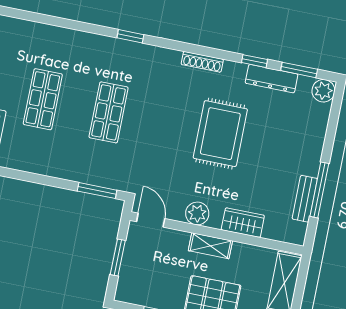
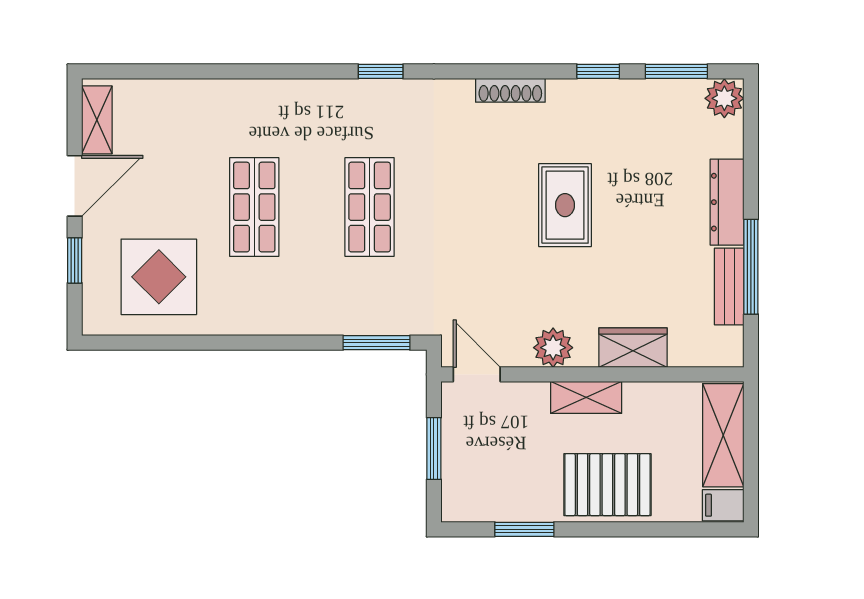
dresser: (272, 79) -> (727, 202), moved, turned 90
rug: (220, 134) -> (565, 205), width x0.73, depth x0.70

